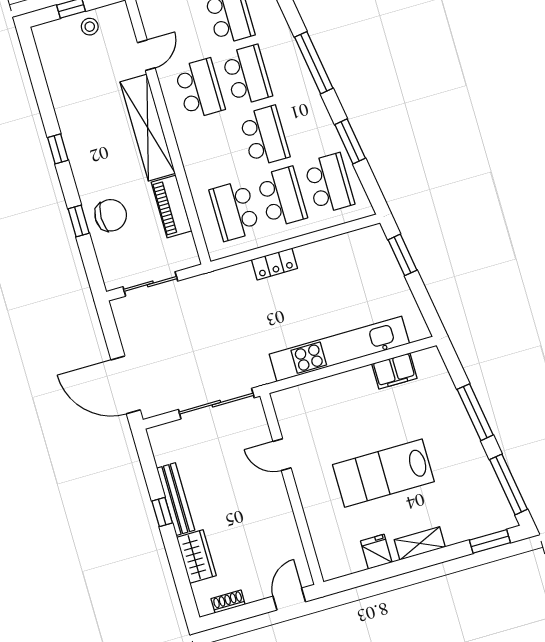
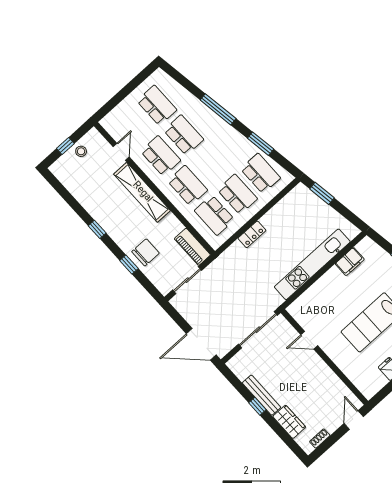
school desk: (264, 136) -> (188, 185), moved
piano: (171, 207) -> (192, 247), moved

